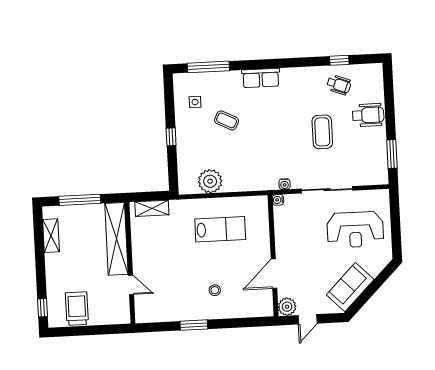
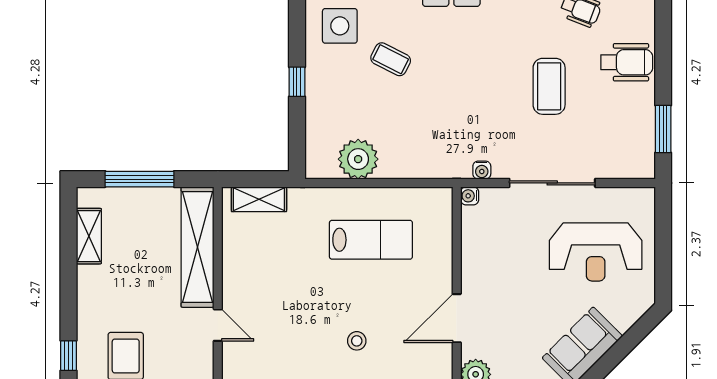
side table: (195, 102) -> (340, 26), width x1.87, depth x1.87

